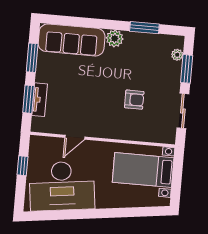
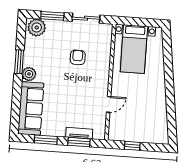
window: (144, 28) -> (19, 62), moved
plant: (177, 55) -> (37, 27), width x1.87, depth x1.87
door: (75, 137) -> (109, 104), hinge flipped
desk: (62, 186) -> (148, 114), removed

